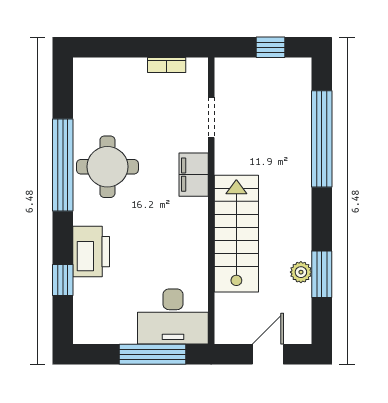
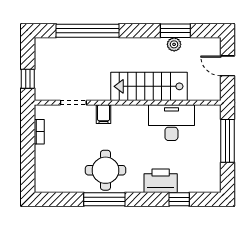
window: (271, 47) -> (28, 79), moved
window: (63, 165) -> (104, 199), width x0.68
filing cabinet: (194, 175) -> (104, 114), width x0.50
desk: (173, 316) -> (171, 123), moved, turned -90

